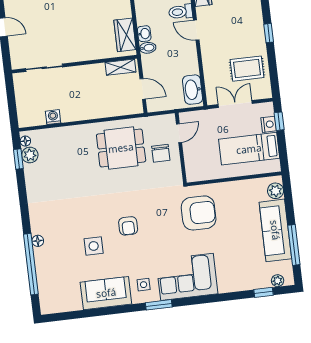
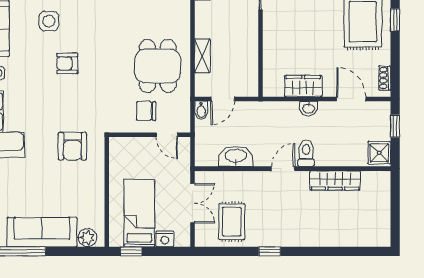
washbasin: (144, 34) -> (309, 108), moved
wardrobe: (125, 35) -> (303, 86), moved
bidet: (148, 48) -> (201, 110), moved
shelving: (121, 67) -> (202, 56), moved
washbasin: (193, 90) -> (236, 156), moved
window: (279, 121) -> (131, 251), moved
armchair: (199, 213) -> (72, 146), width x0.73, depth x0.73

